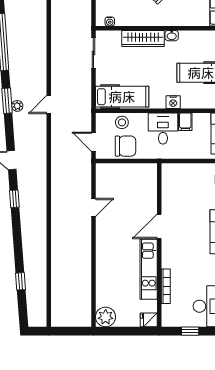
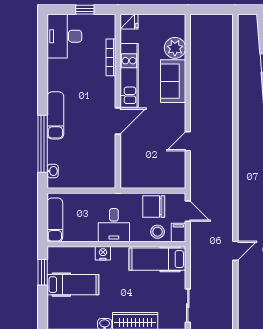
filing cabinet: (185, 122) -> (178, 232), moved
sofa: (107, 264) -> (173, 81), added
plant: (106, 317) -> (175, 48), moved

